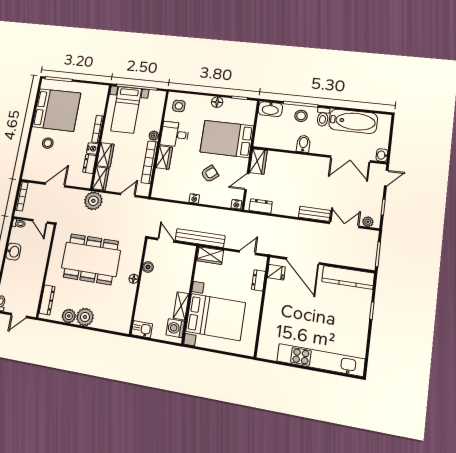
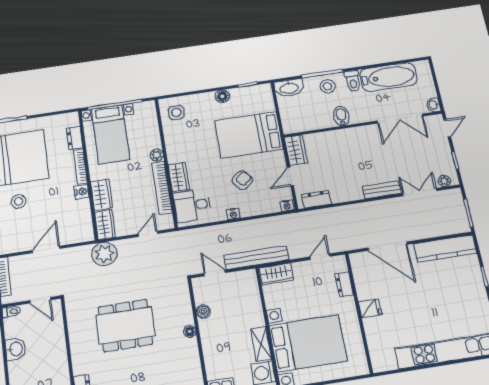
desk: (175, 134) -> (192, 205), moved
dresser: (89, 164) -> (75, 138), moved
dining table: (91, 259) -> (125, 326), width x0.73, depth x0.80
fridge: (276, 272) -> (370, 308), moved

